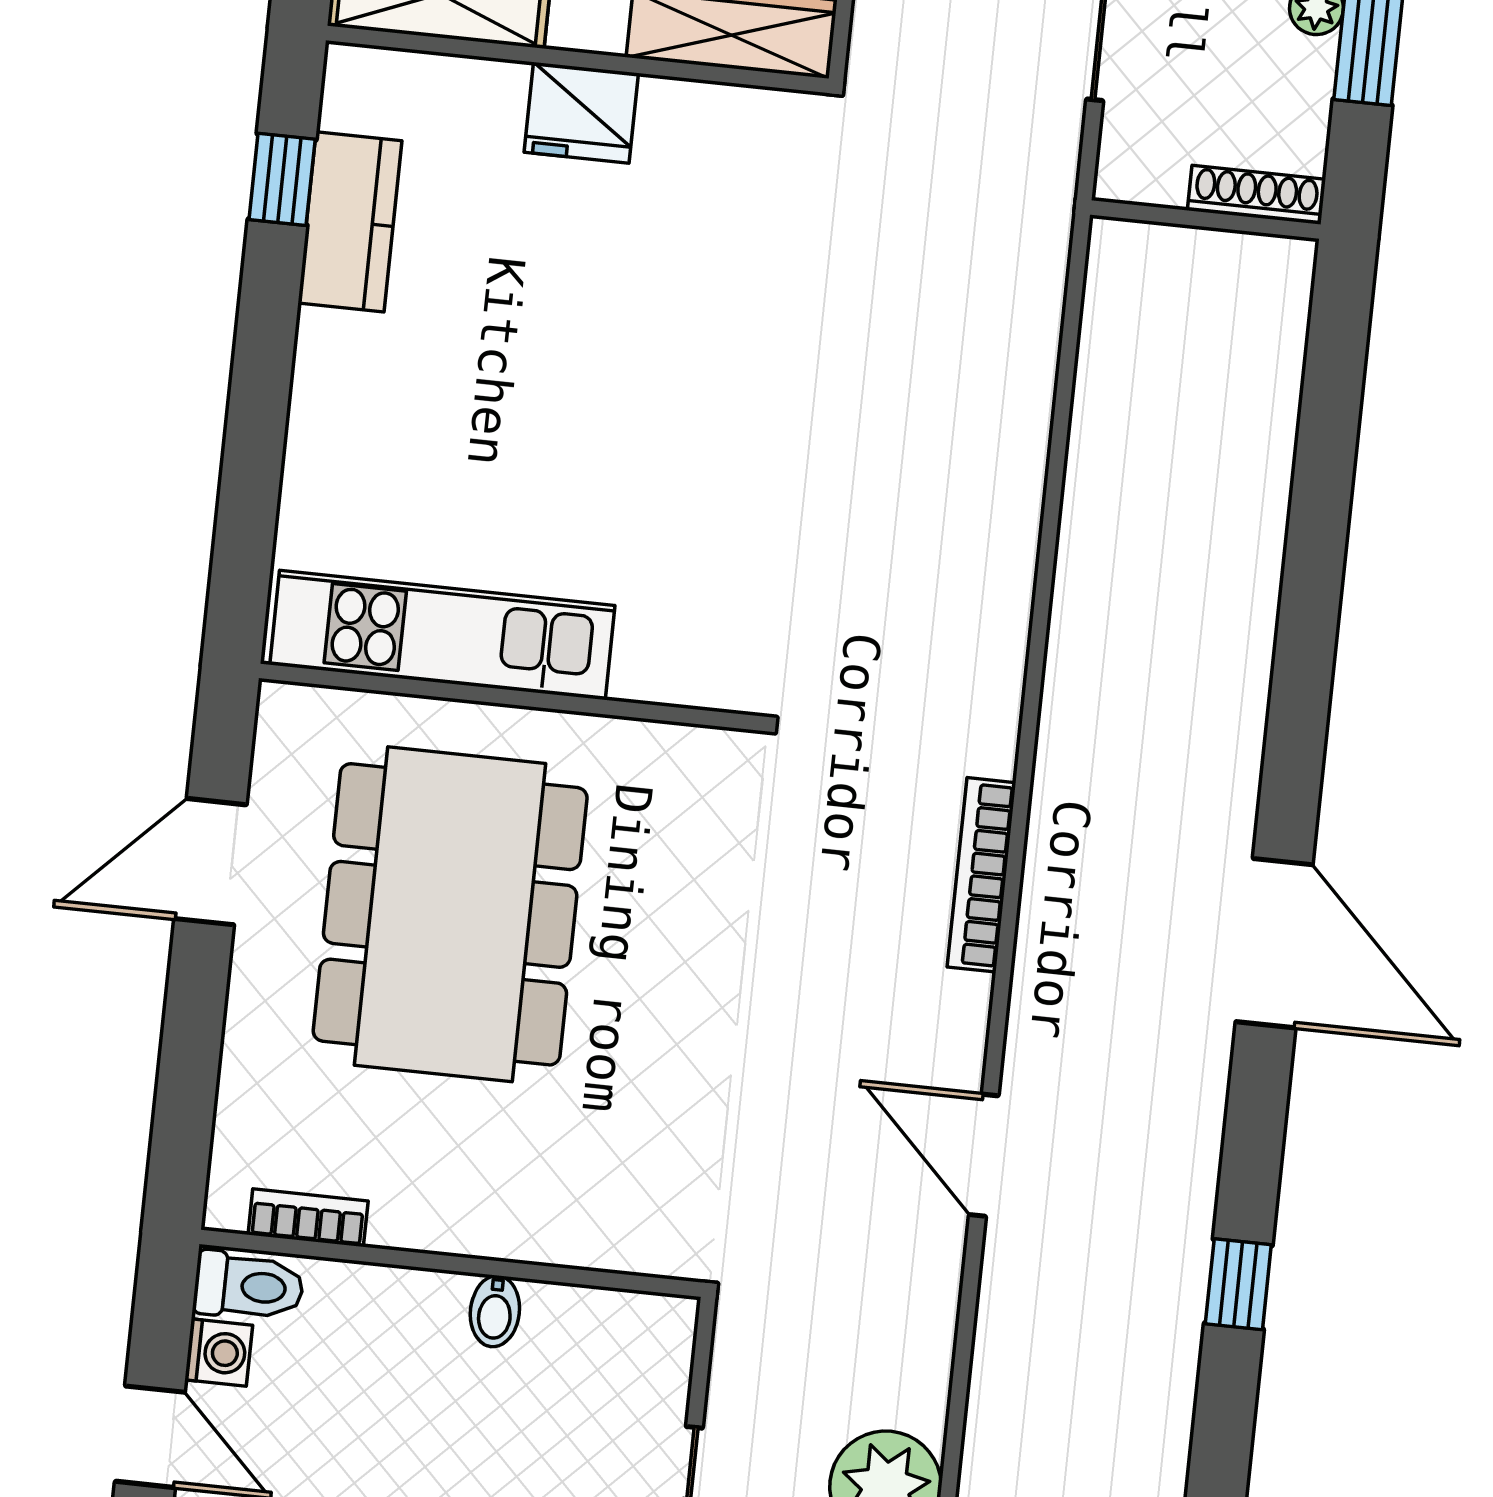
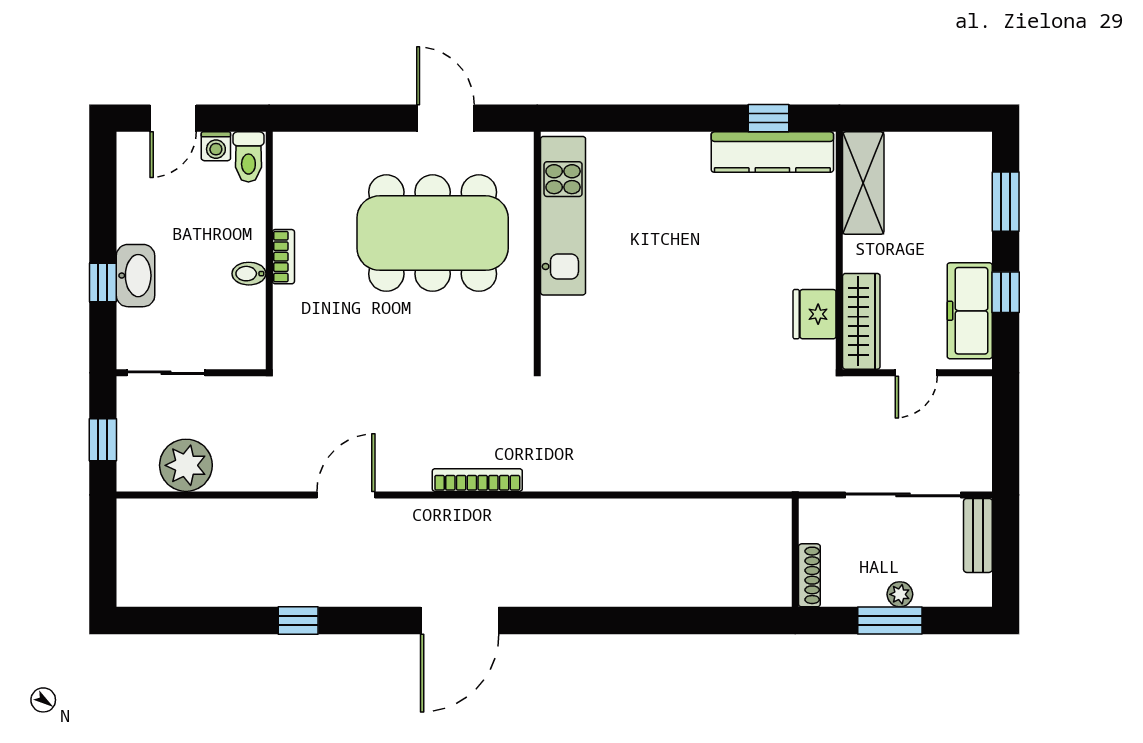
fridge: (581, 113) -> (815, 314), moved
kitchen counter: (350, 222) -> (772, 152), width x1.50
bookcase: (308, 1218) -> (283, 257), moved

